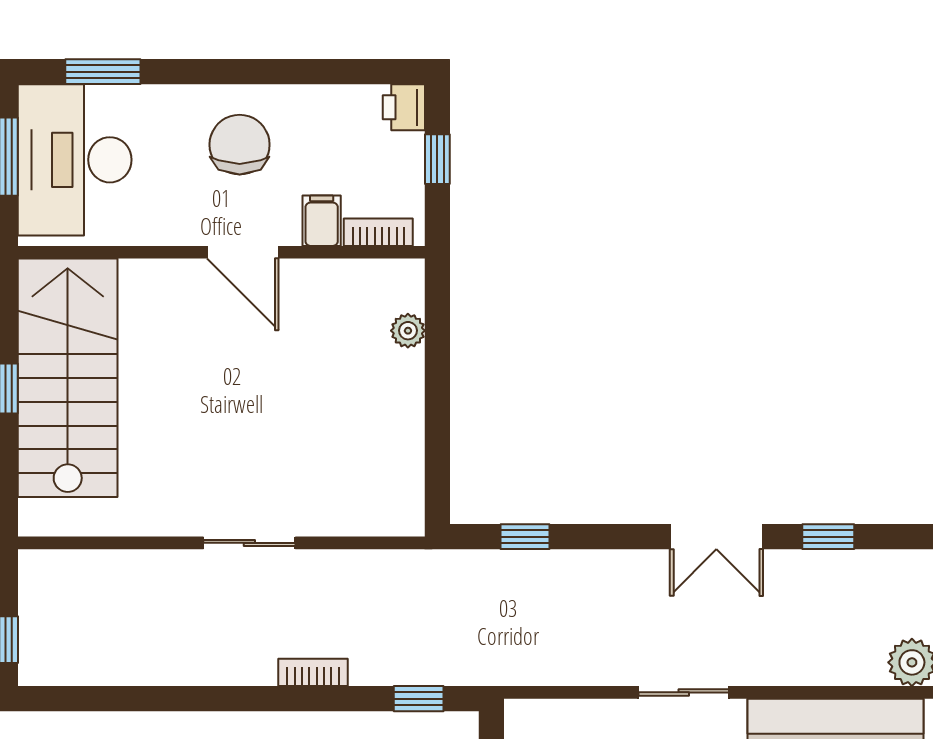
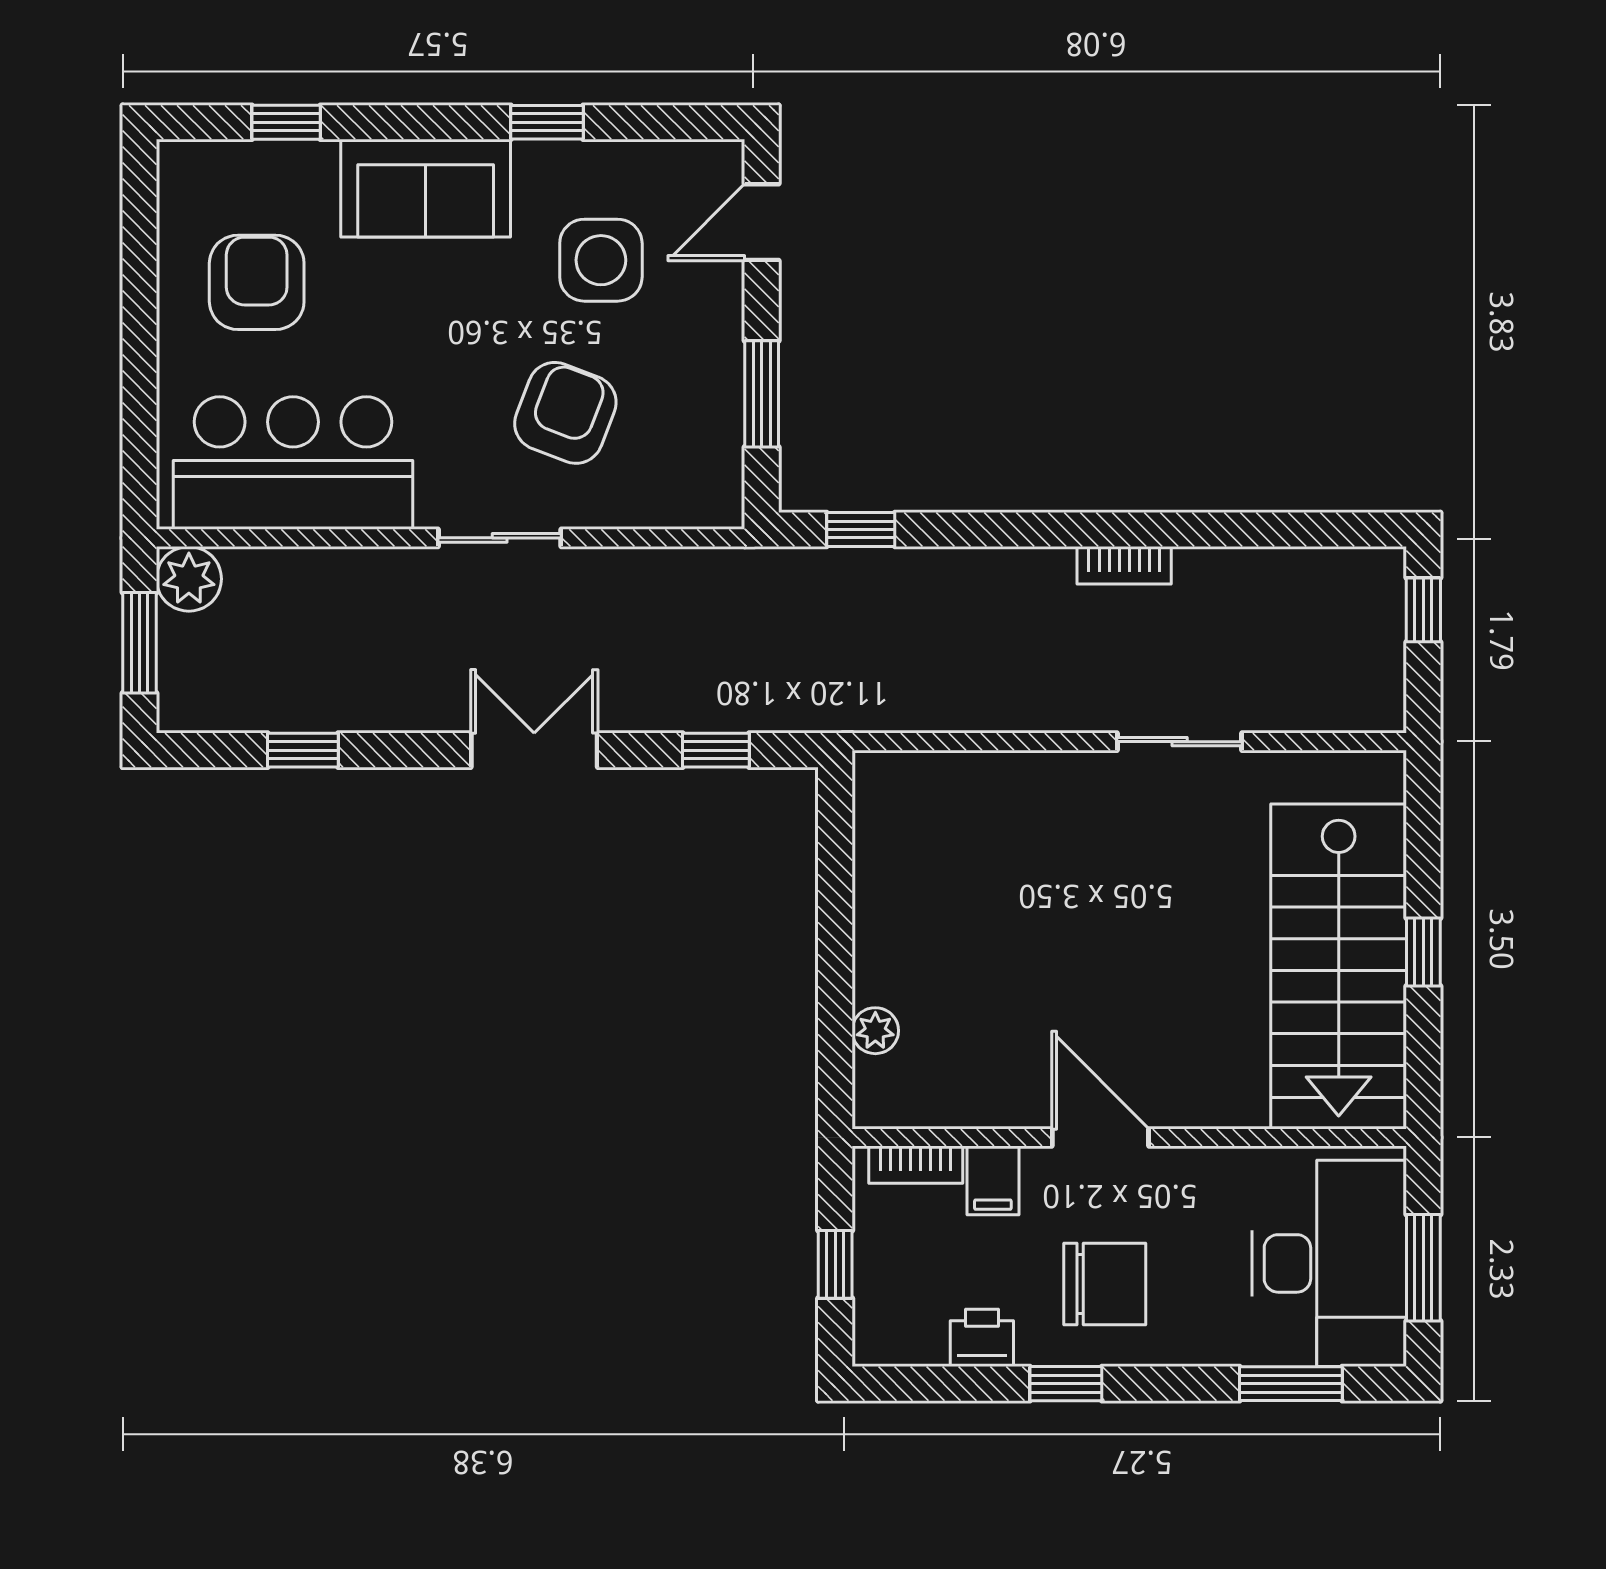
window: (268, 72) -> (1066, 1384), added
printer: (404, 107) -> (982, 1338), moved, turned -90
chair: (240, 145) -> (1105, 1284), turned -90
double door: (716, 537) -> (534, 750), moved
sliding door: (249, 543) -> (1180, 742), moved
bookcase: (313, 672) -> (1124, 565), moved

